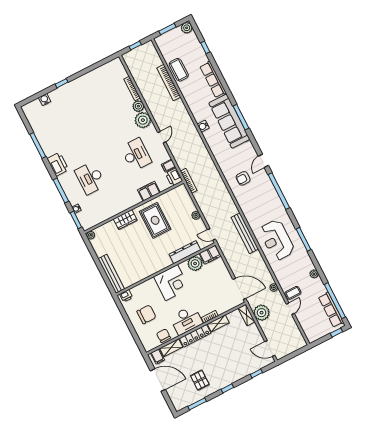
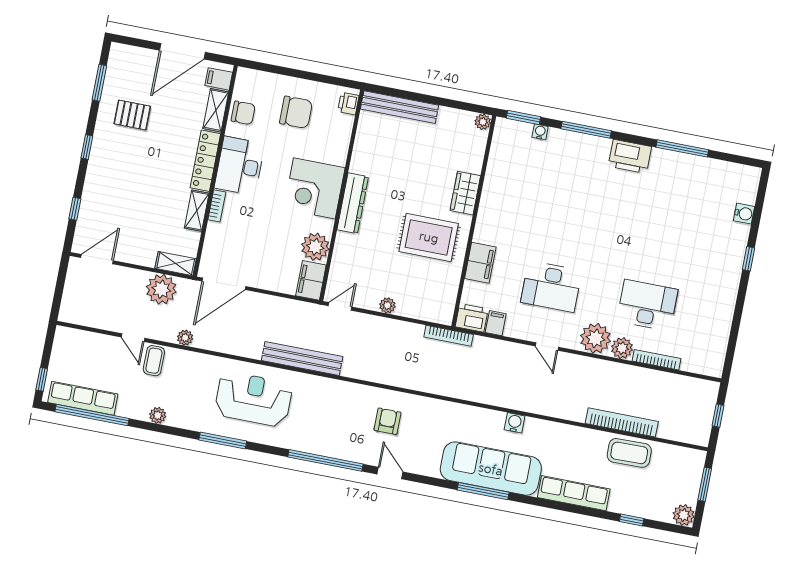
desk: (90, 178) -> (647, 305), moved
dresser: (185, 252) -> (353, 203), moved
chair: (146, 314) -> (296, 112), turned -90

